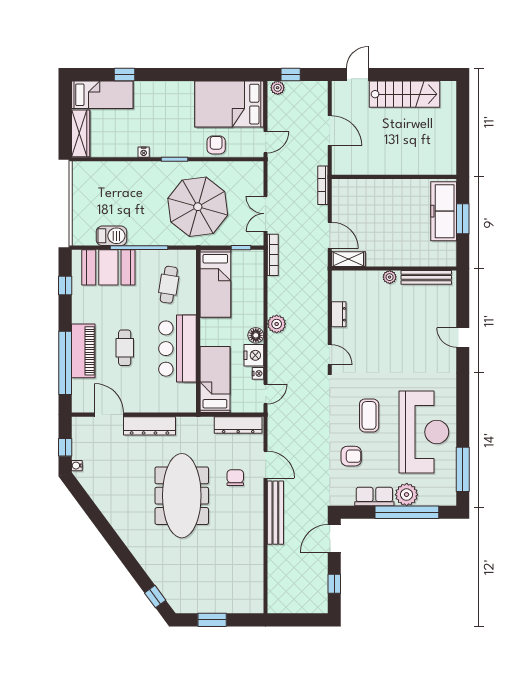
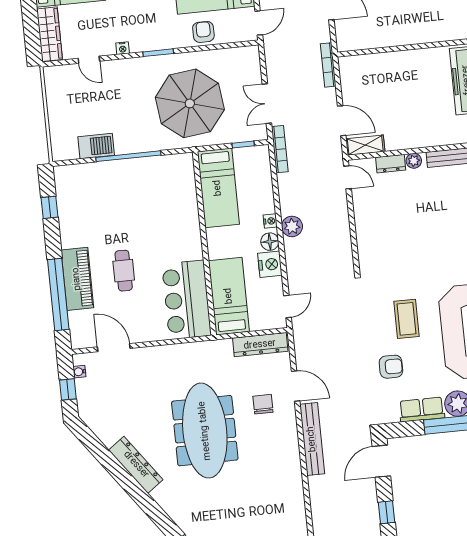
door: (113, 159) -> (89, 60), added
booth: (108, 267) -> (96, 182), removed
cafe table: (169, 285) -> (166, 195), removed
dresser: (339, 314) -> (391, 164), moved, turned 90
bar counter: (177, 349) -> (187, 300), moved
door: (330, 355) -> (347, 177), moved
nightstand: (258, 373) -> (270, 221), moved
dresser: (150, 426) -> (136, 465), moved, turned -126
water cooler: (77, 466) -> (79, 372), moved

